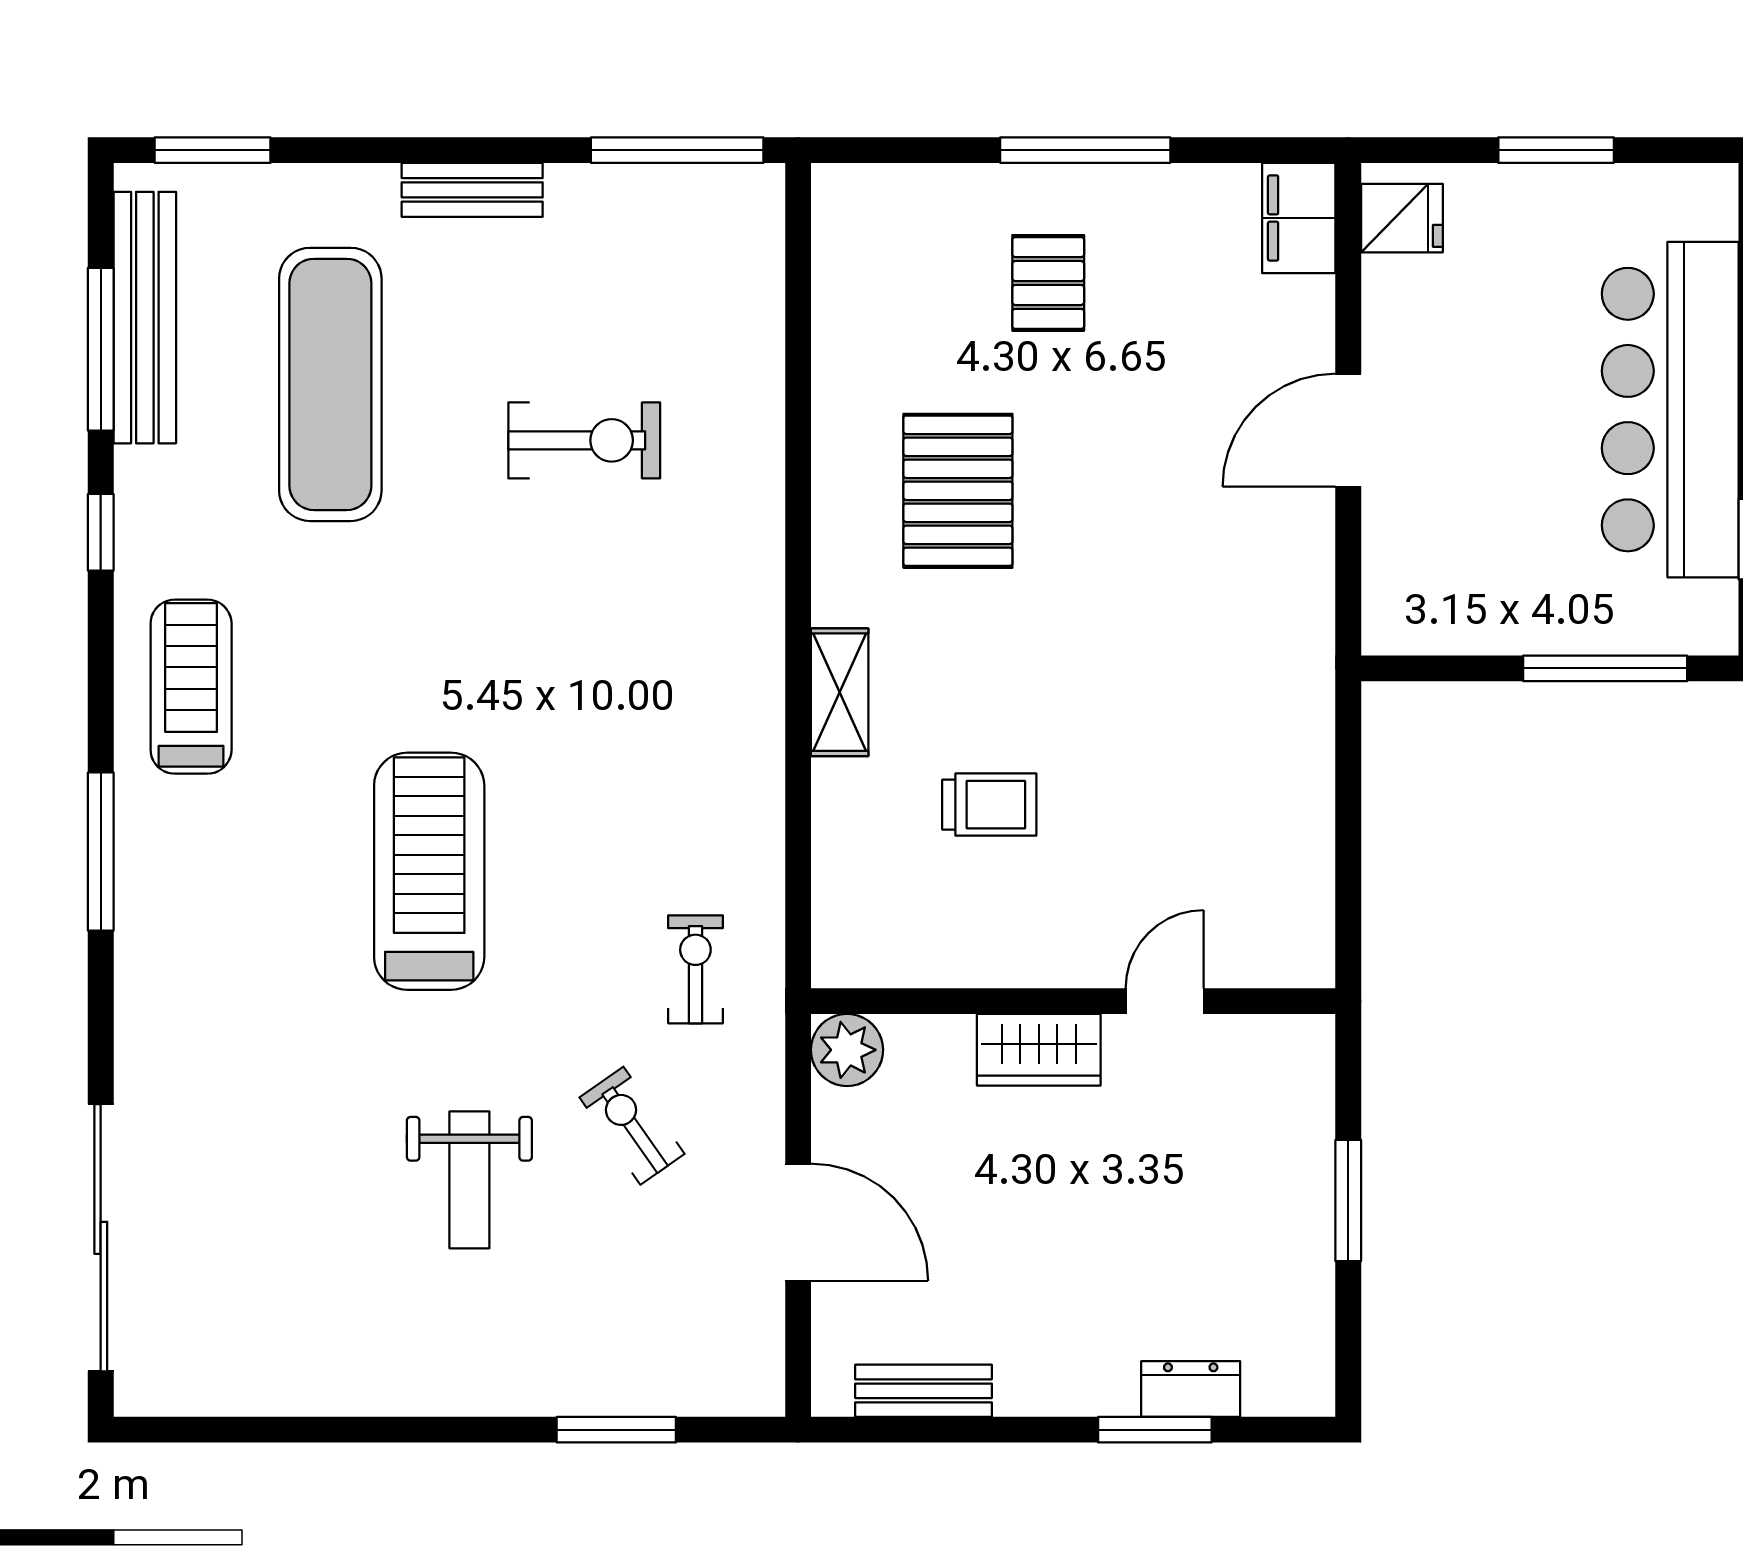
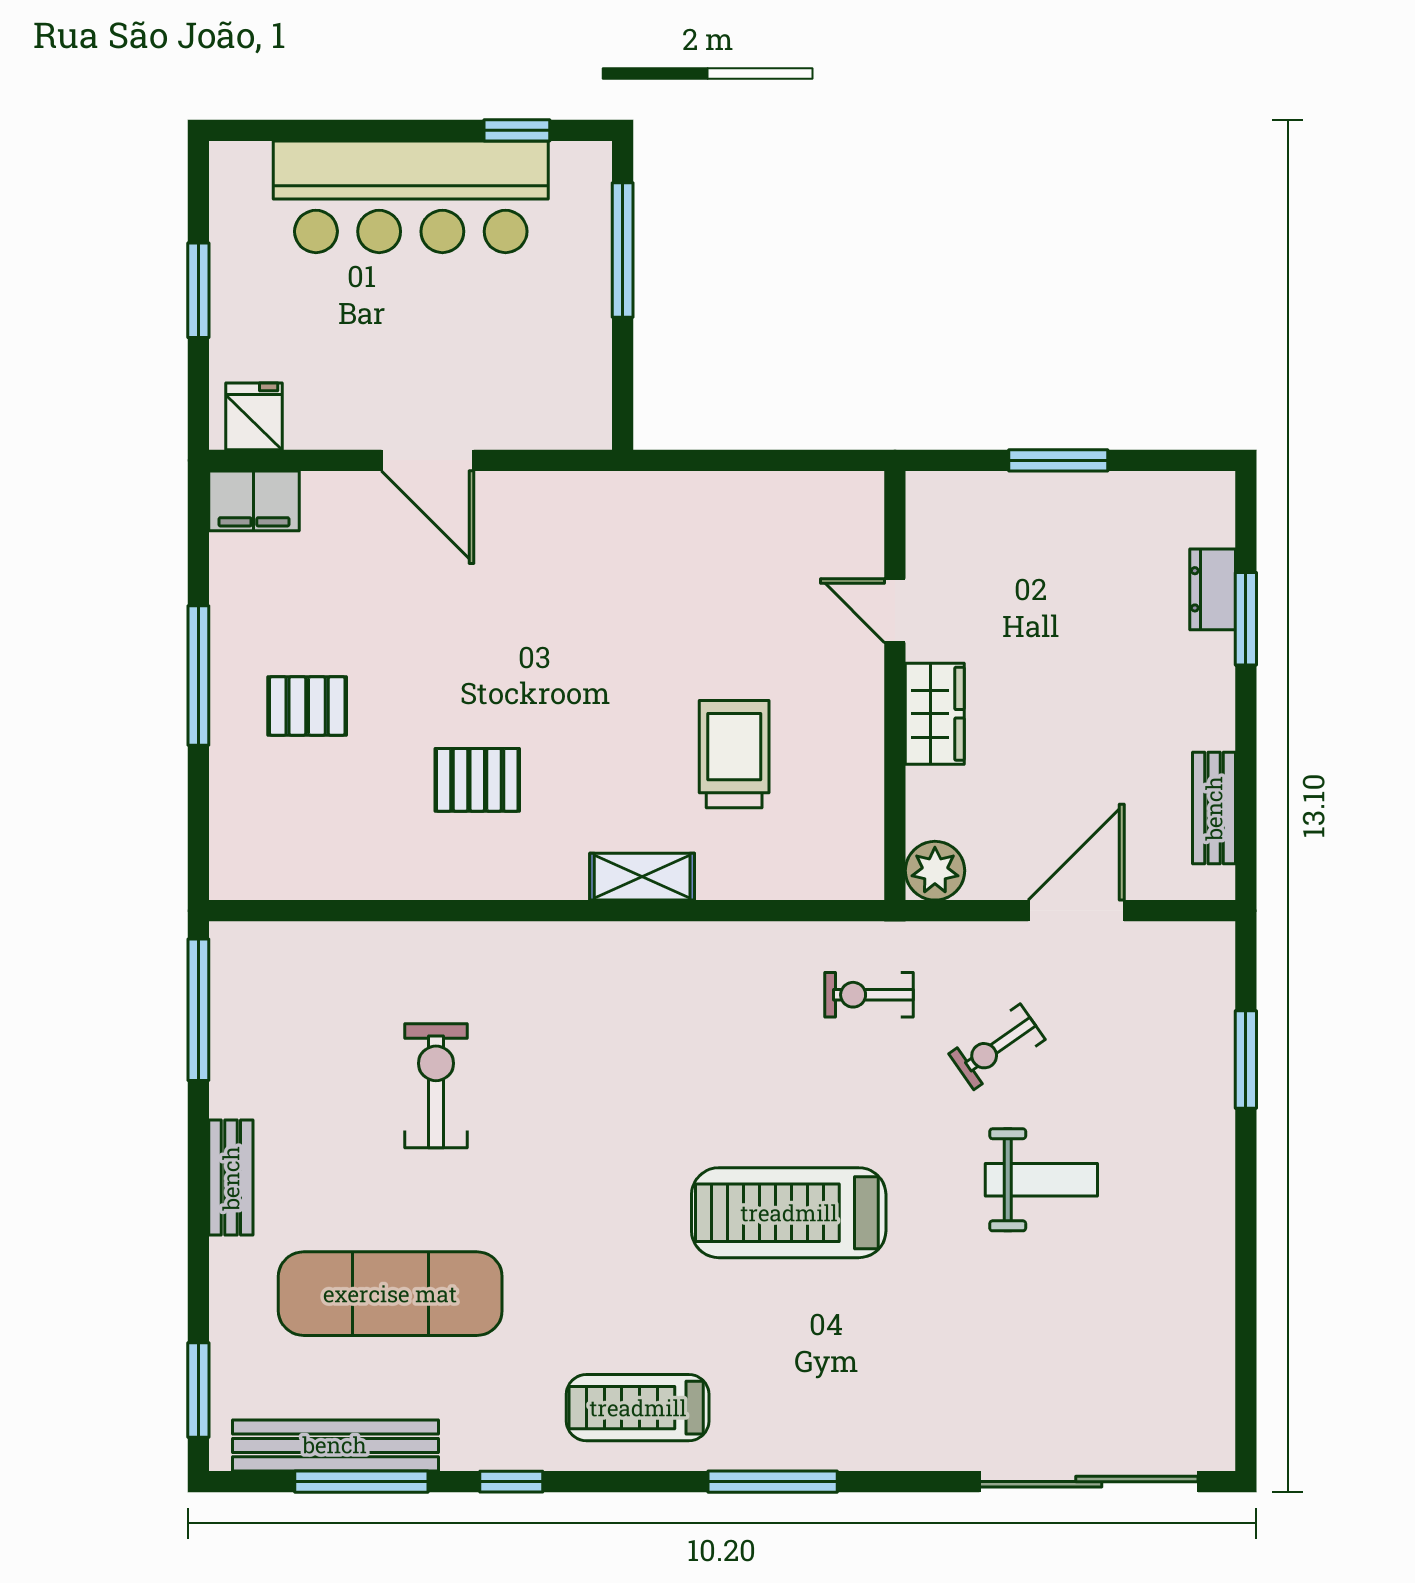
pallet: (958, 491) -> (477, 780), width x0.67, depth x0.71
trolley: (989, 805) -> (734, 754), width x1.36, depth x1.39

